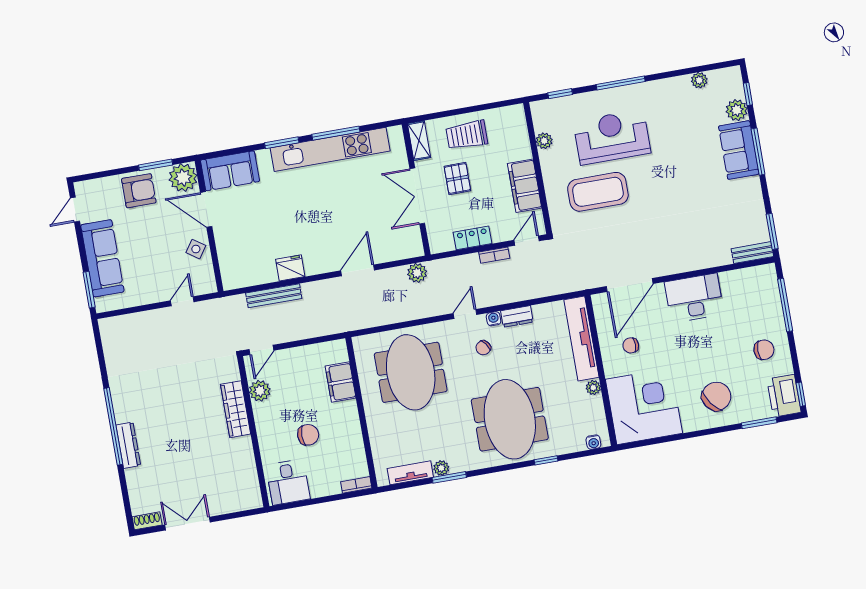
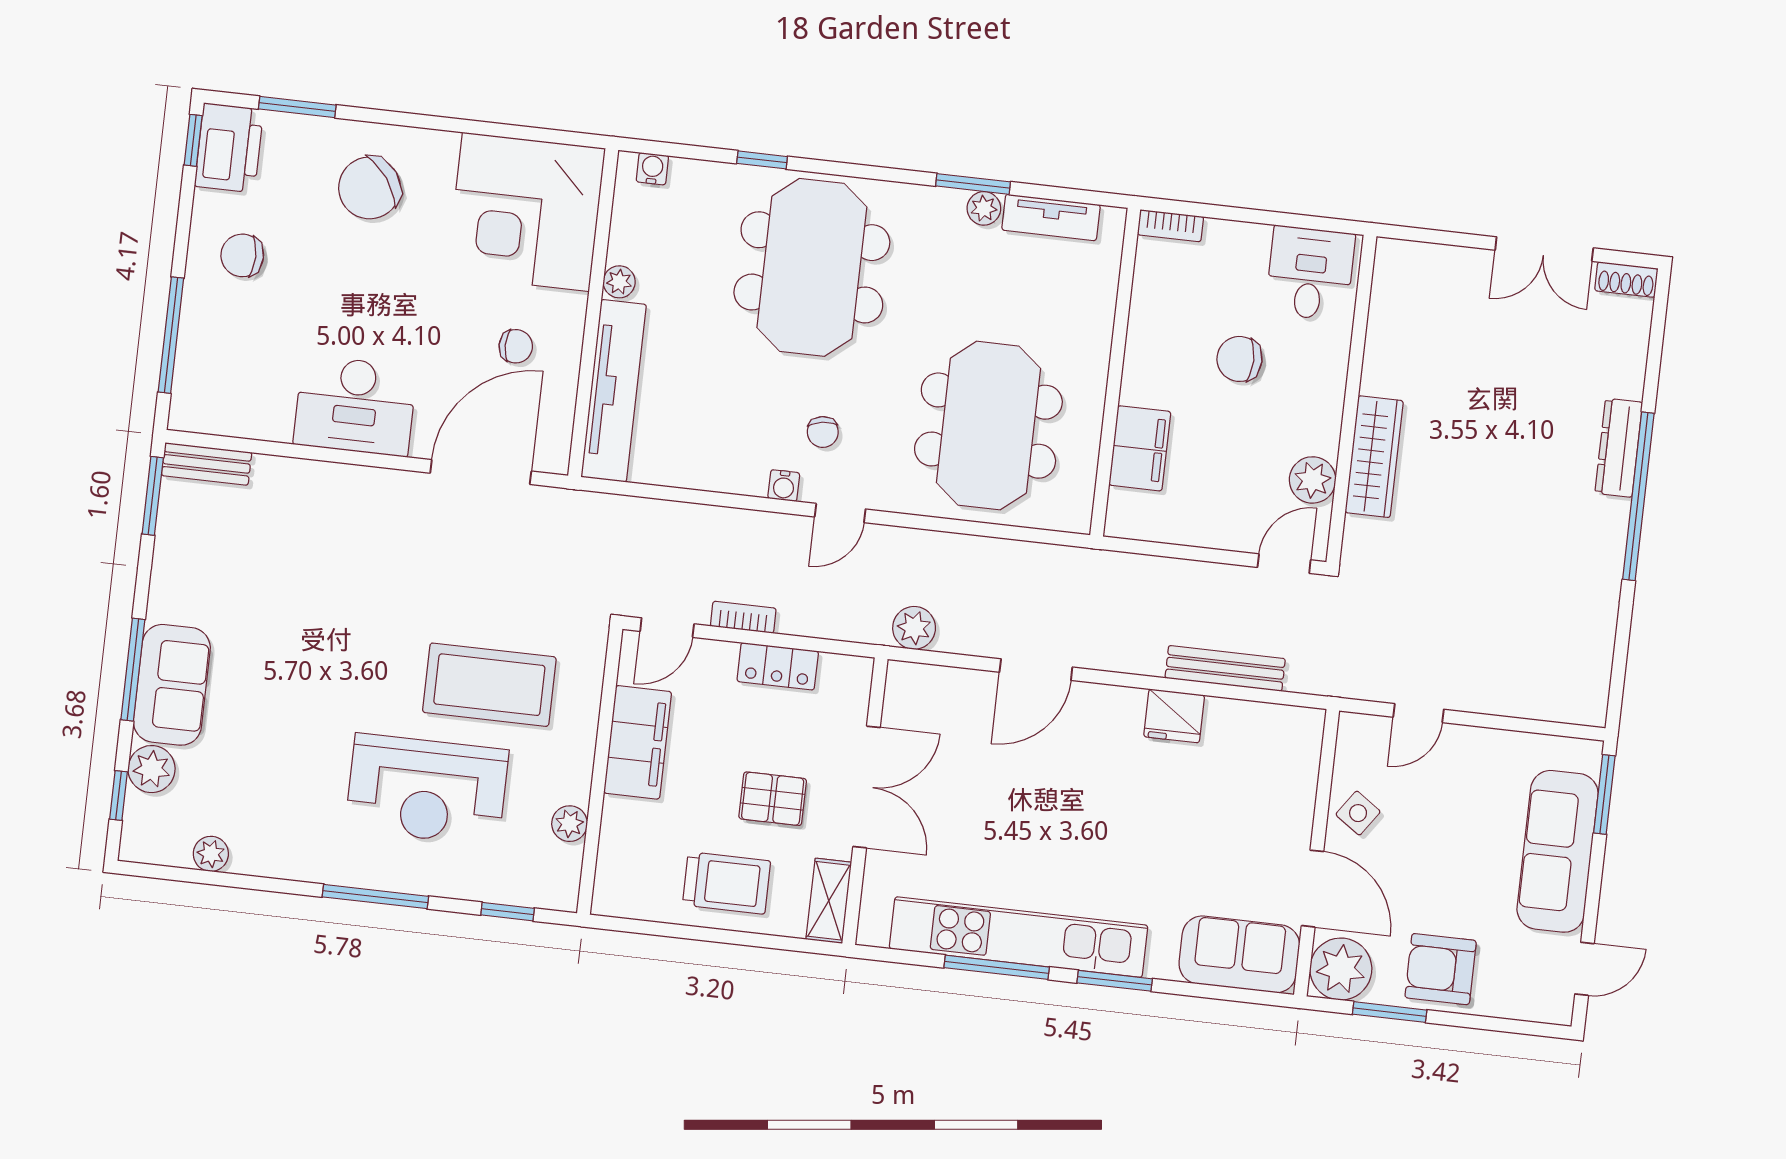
pallet: (457, 178) -> (773, 799), turned 90
dresser: (517, 316) -> (734, 476), removed
chair: (483, 348) -> (823, 432), turned 117

